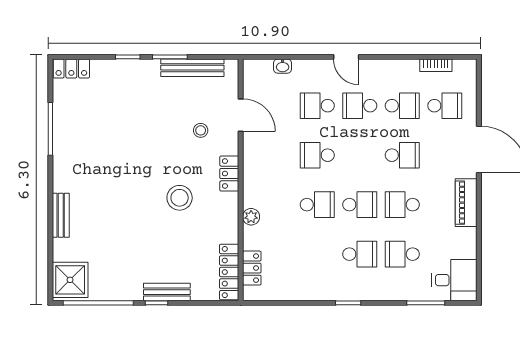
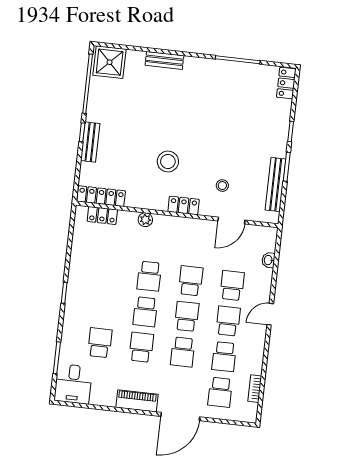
school desk: (360, 254) -> (187, 316), moved, turned 180

